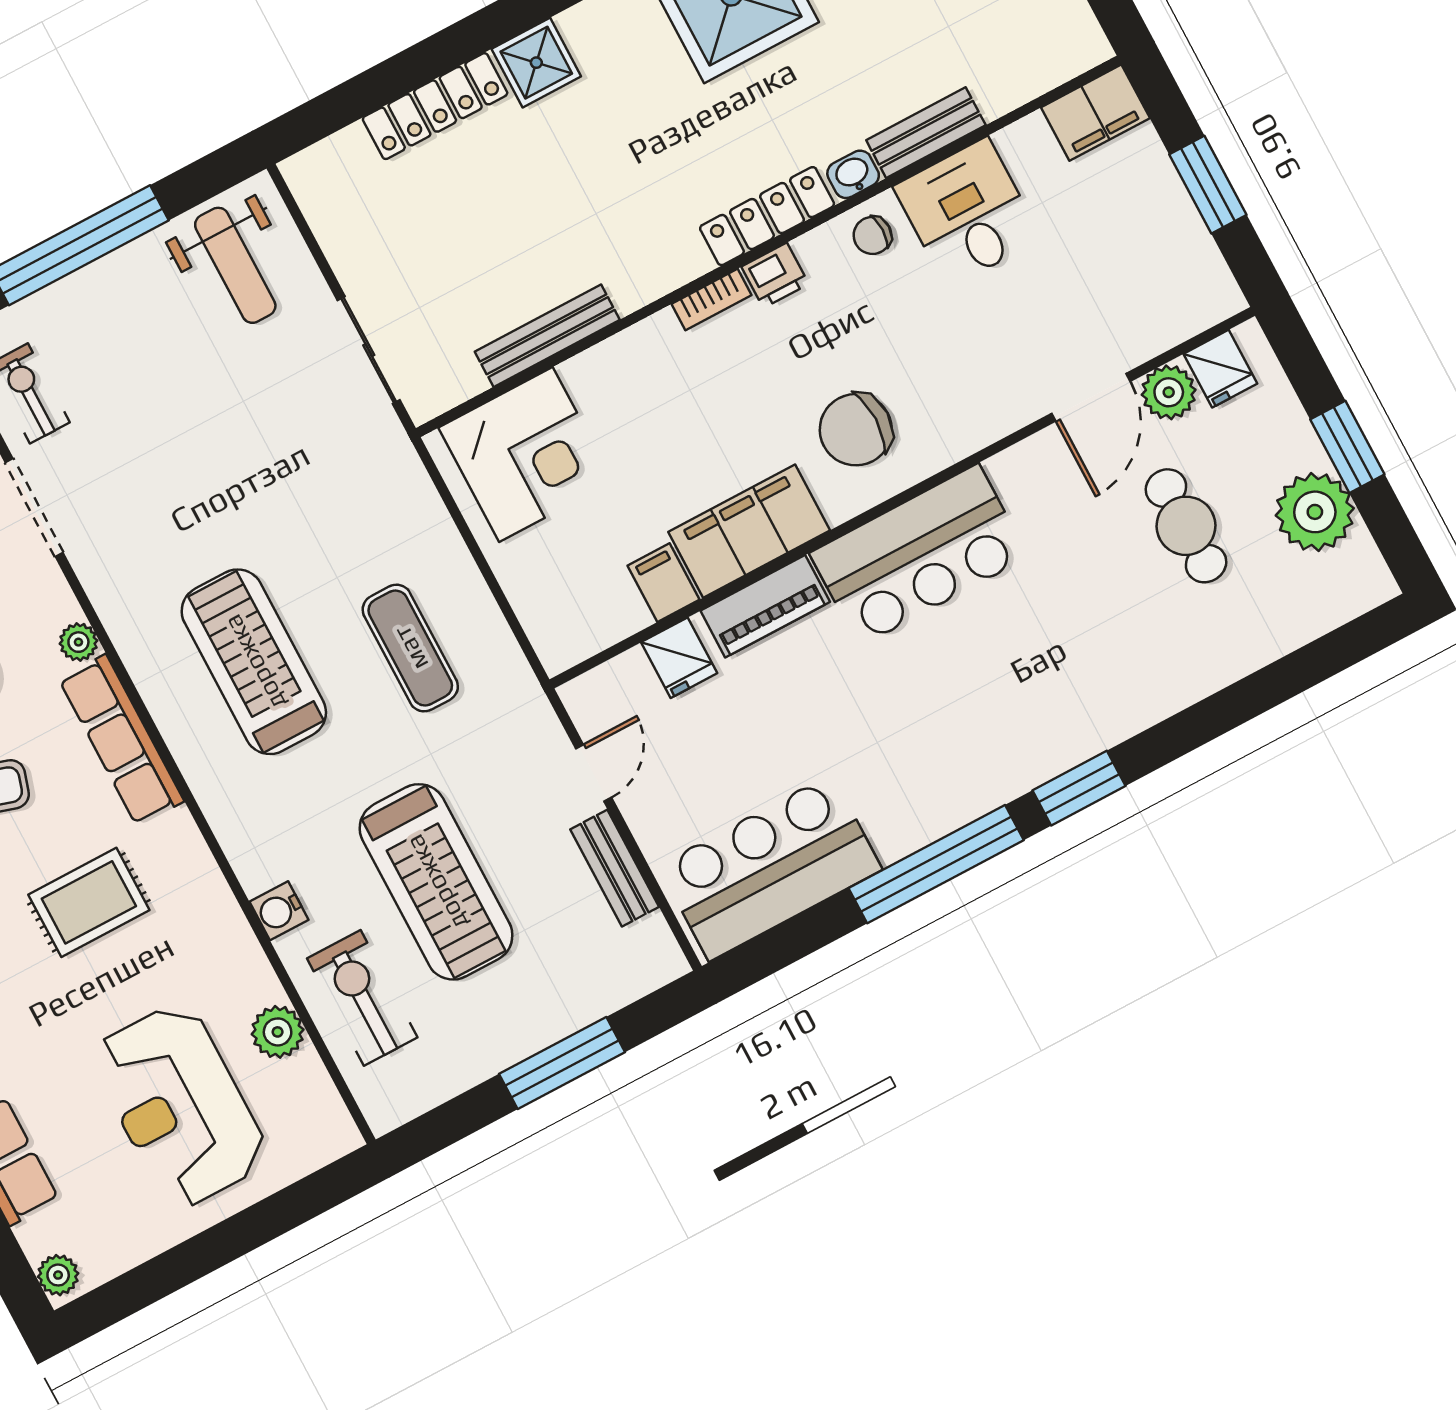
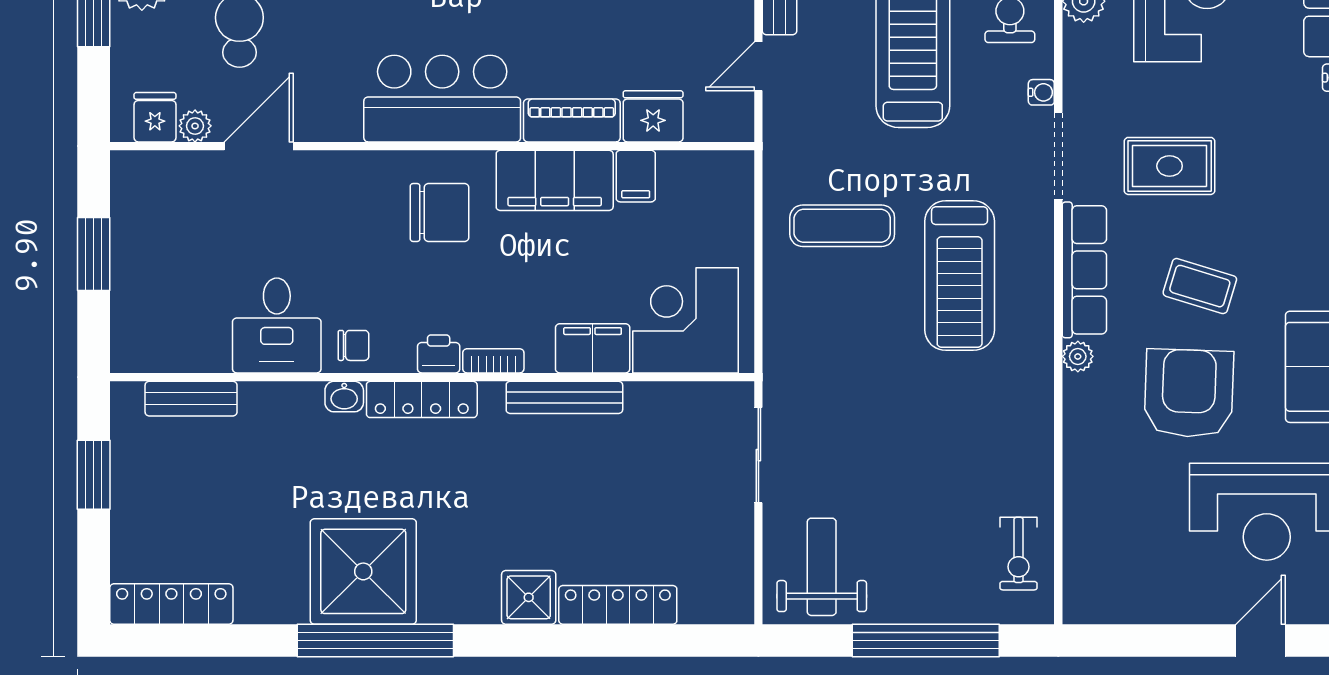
filing cabinet: (1095, 113) -> (593, 348), moved
bench: (926, 133) -> (191, 399), moved
bench: (547, 336) -> (564, 397), moved
plant: (1169, 392) -> (195, 126), width x0.73, depth x0.73
doorway: (34, 508) -> (1058, 156), moved
exercise mat: (410, 648) -> (842, 226), turned 90
fridge: (679, 658) -> (653, 116), width x1.38
water cooler: (279, 911) -> (1041, 92), width x0.72, depth x0.72

